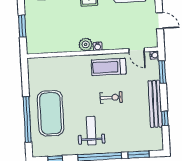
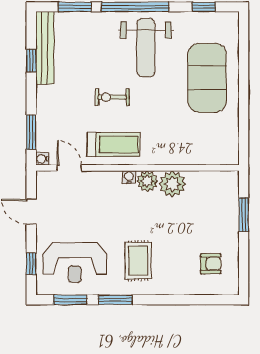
plant: (69, 43) -> (172, 184), added
bench: (155, 104) -> (45, 48), moved
window: (27, 119) -> (244, 70), removed
weight bench: (91, 131) -> (146, 48), width x1.36, depth x1.33

